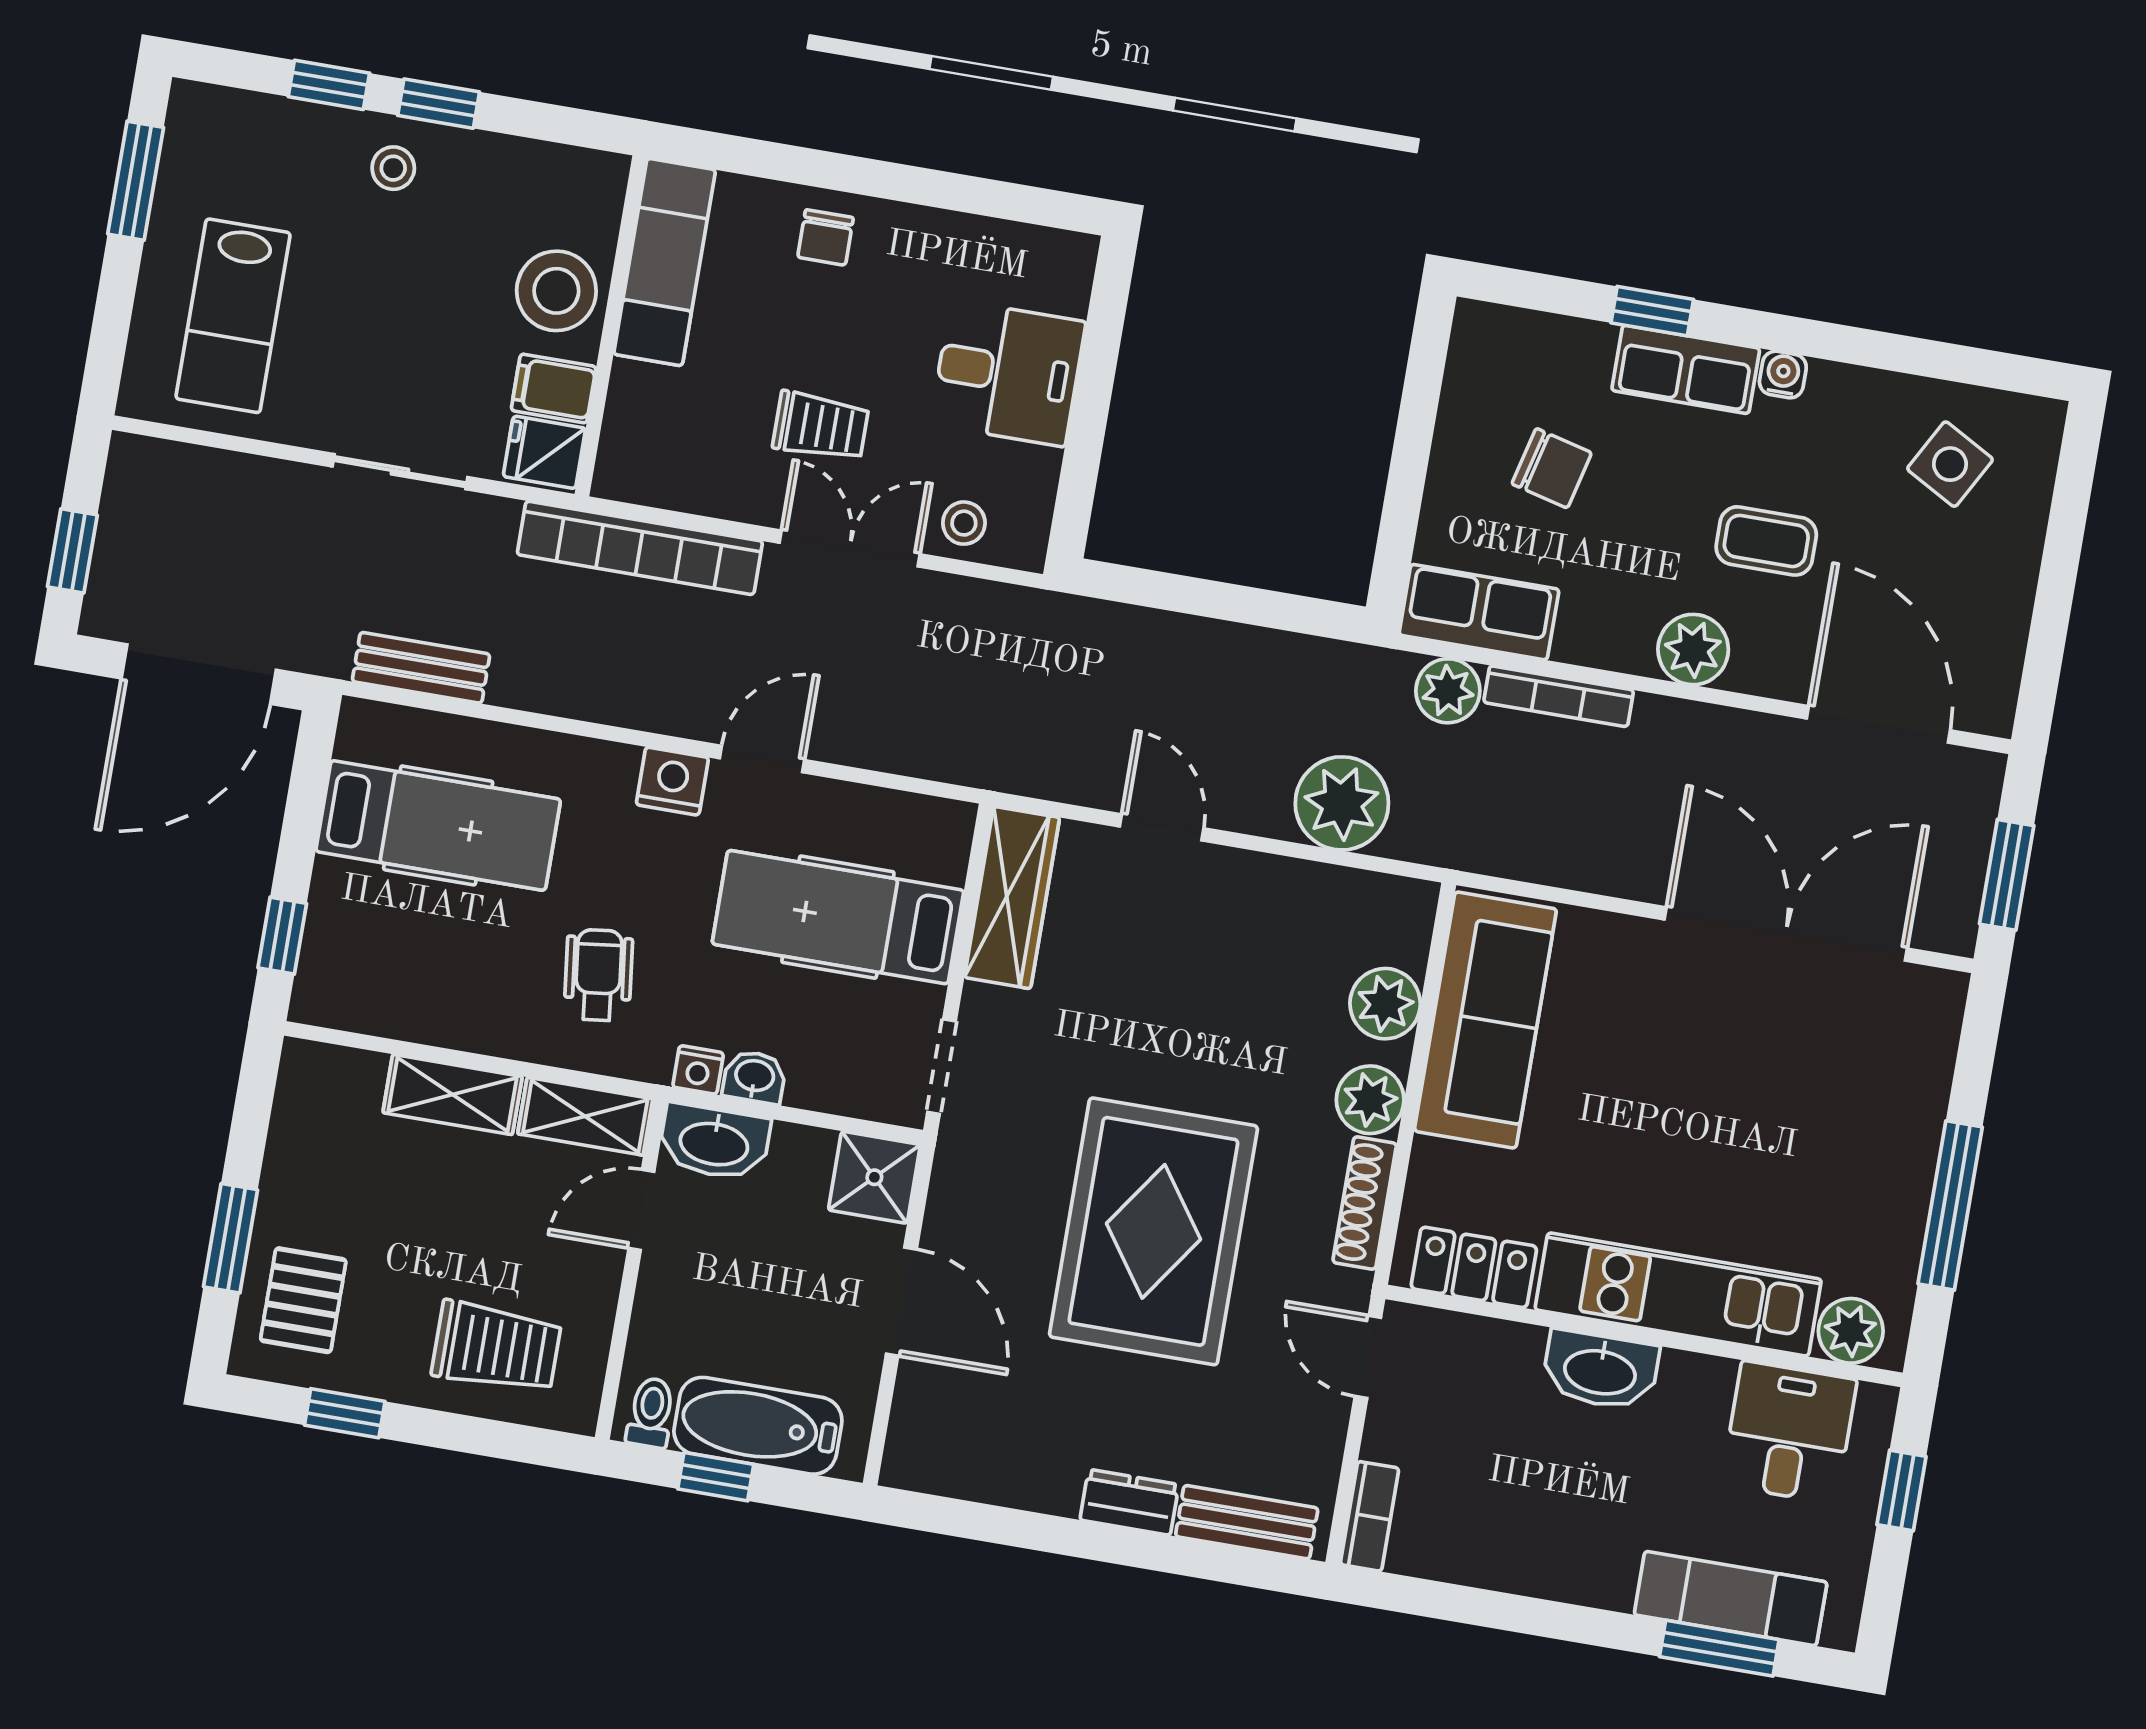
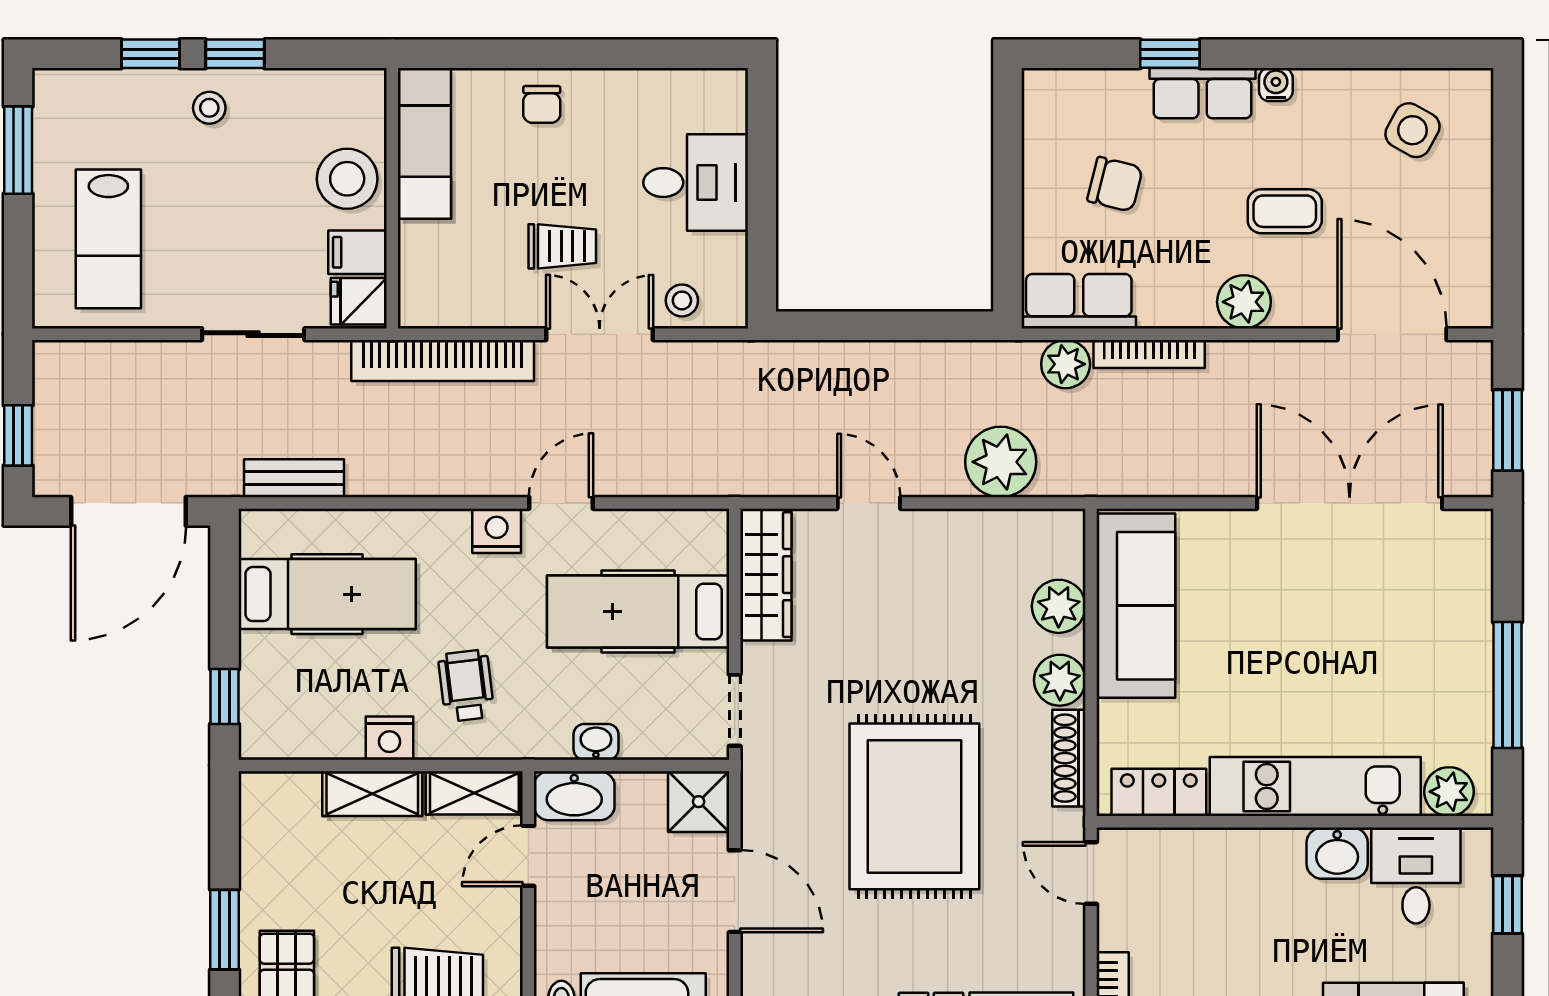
nightstand: (698, 1070) -> (389, 738), moved, width x1.39, depth x1.35
washbasin: (1600, 1370) -> (1337, 853), moved, width x0.72

